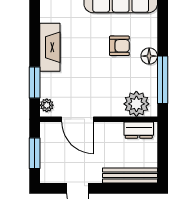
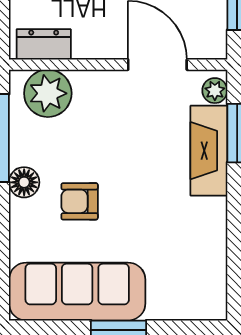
fireplace: (50, 47) -> (209, 151), moved

